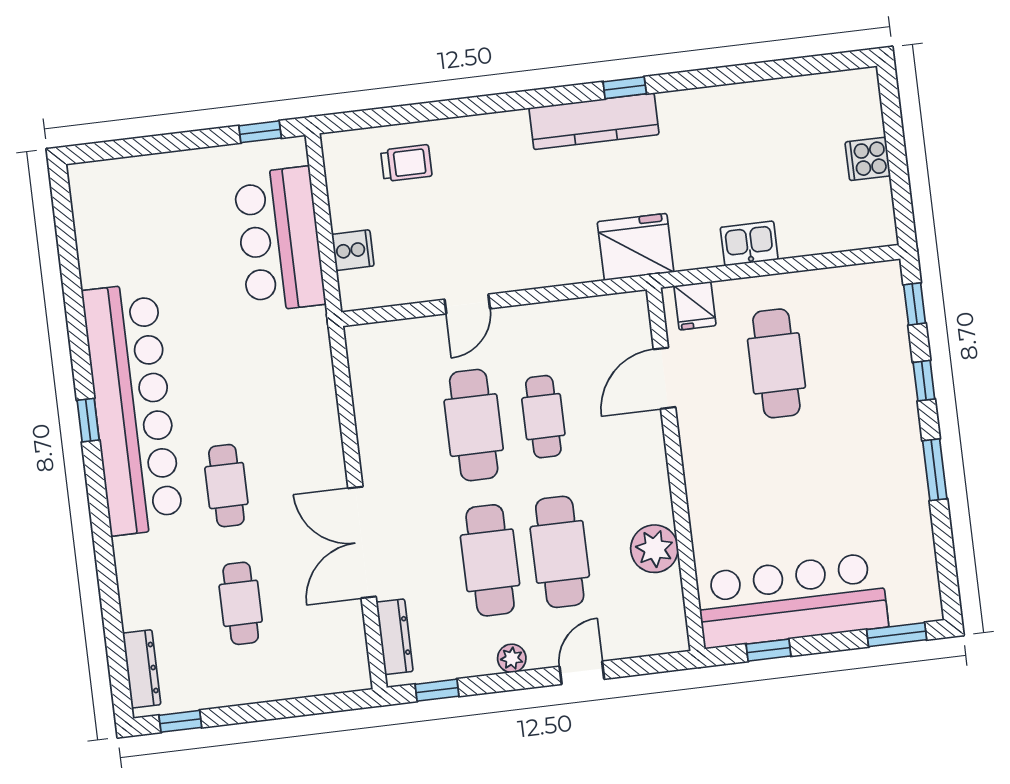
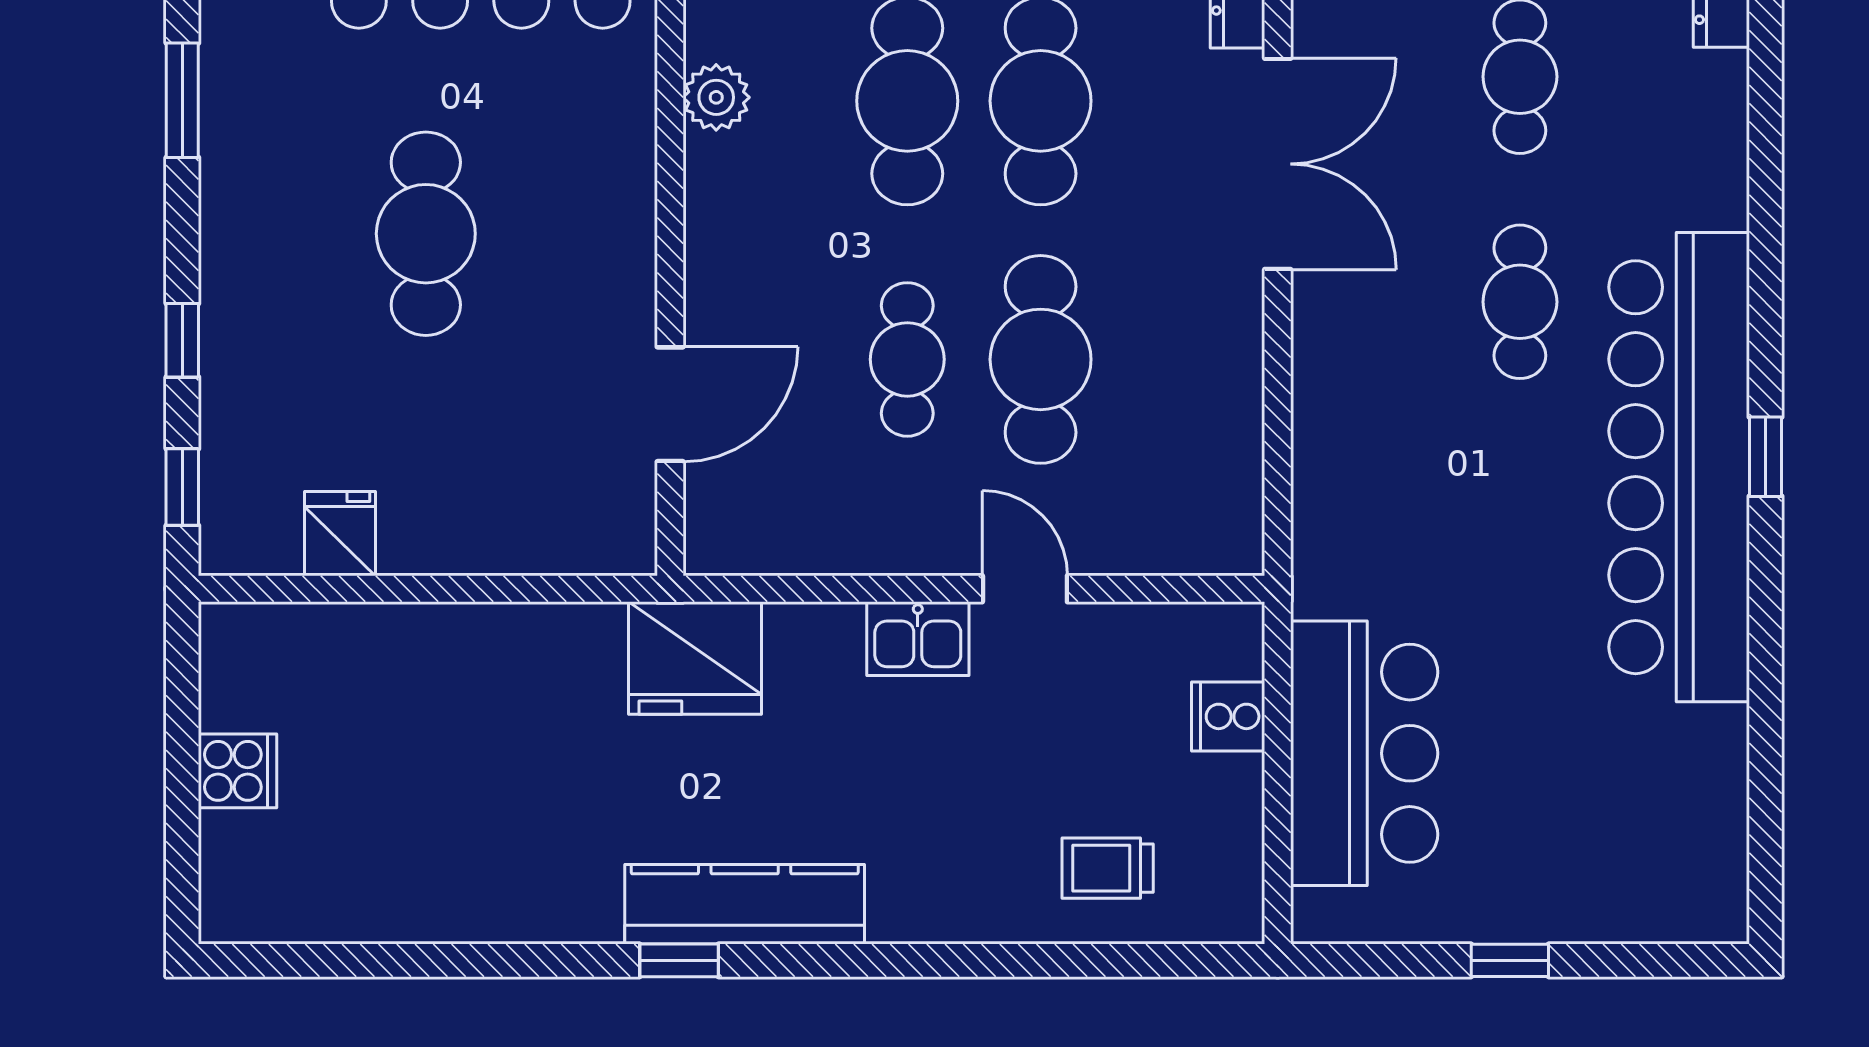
window: (260, 132) -> (1510, 960), moved
kitchen sink: (749, 243) -> (918, 639), moved
door: (467, 304) -> (1025, 589), hinge flipped
fridge: (695, 306) -> (340, 534), moved
cafe table: (776, 363) -> (426, 234), moved
window: (935, 470) -> (182, 100), moved
plant: (654, 549) -> (716, 97), width x0.73, depth x0.73

